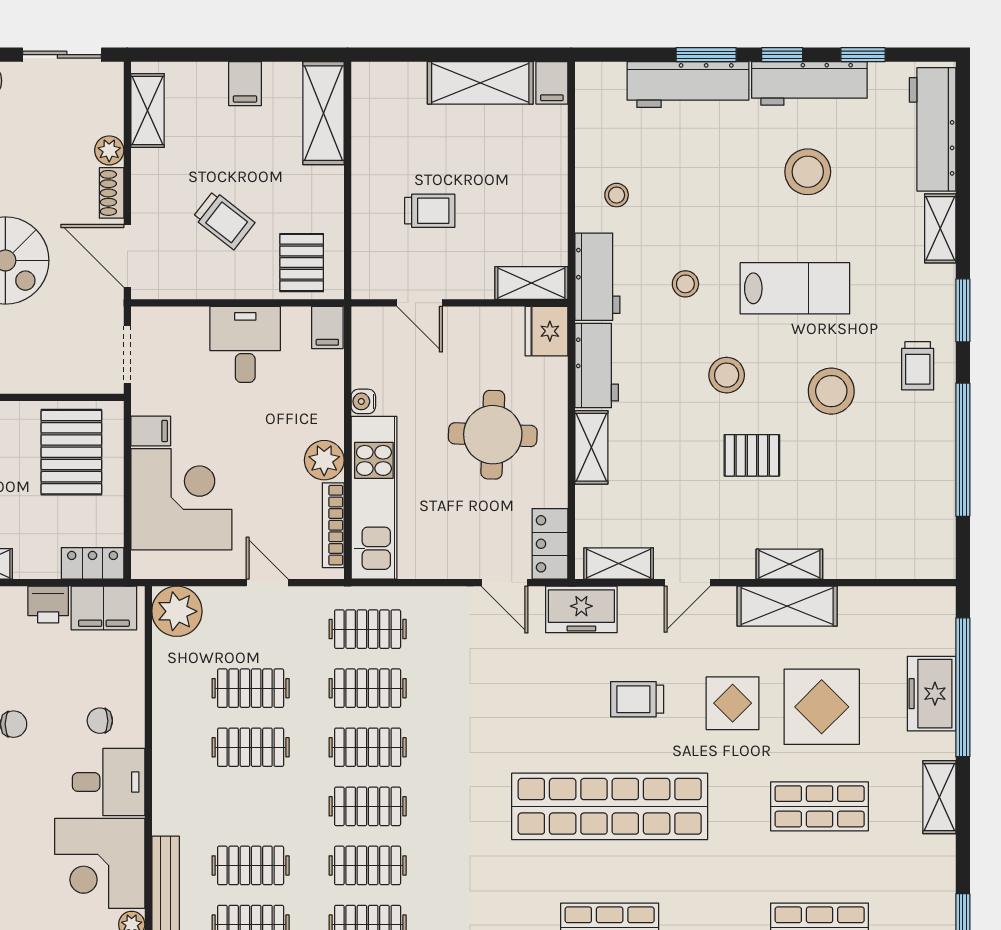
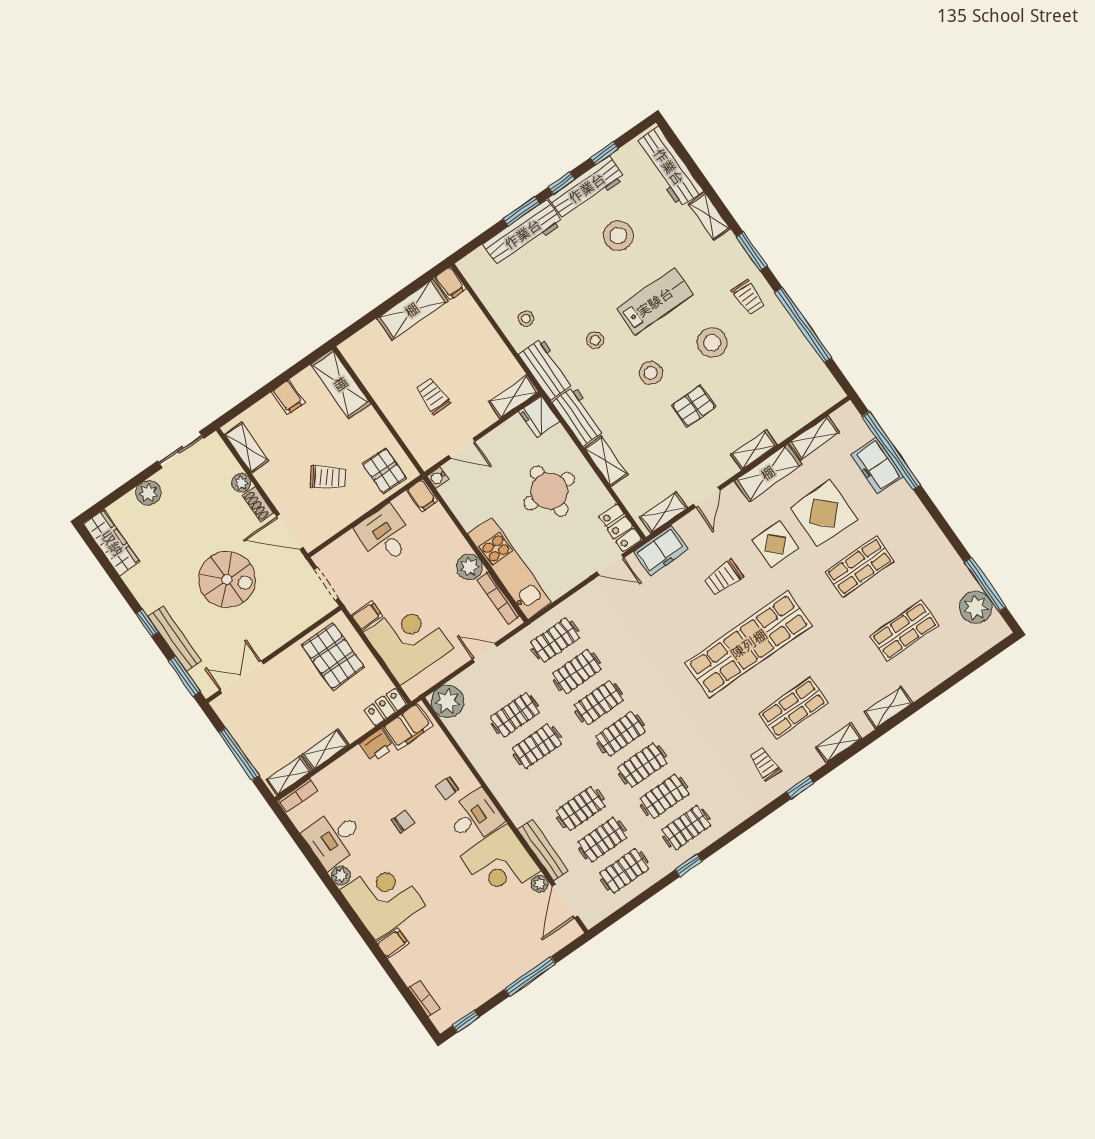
trolley: (430, 211) -> (433, 396), turned -90
water cooler: (363, 401) -> (438, 478), moved
shelving: (939, 797) -> (814, 438), moved, turned 90

